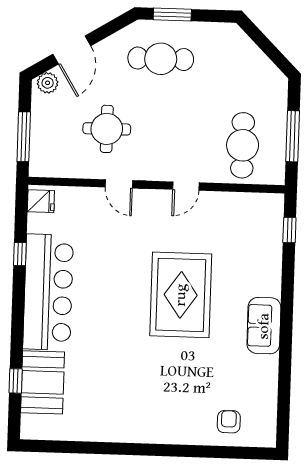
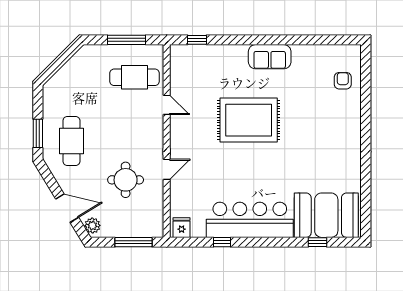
door: (186, 186) -> (167, 105), moved
booth: (43, 382) -> (326, 215), width x1.36, depth x1.42
armchair: (229, 422) -> (343, 81), turned 90

